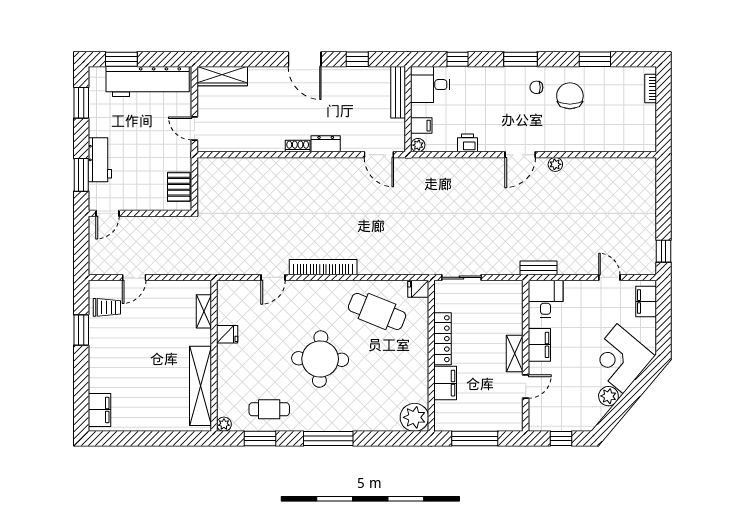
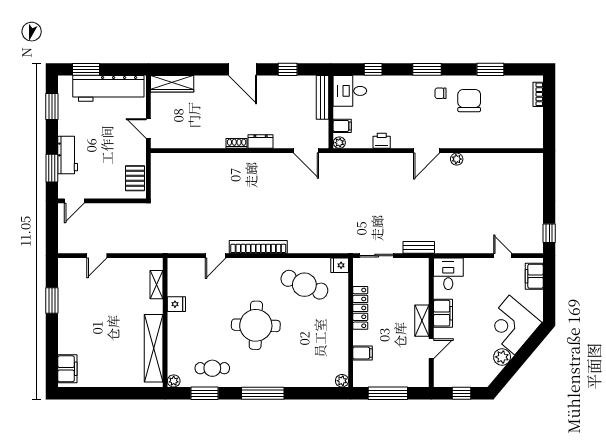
bench: (538, 268) -> (419, 247), moved
trolley: (107, 307) -> (74, 281), removed
filing cabinet: (445, 383) -> (363, 353), width x0.50
plant: (414, 417) -> (342, 381), width x0.53, depth x0.53

